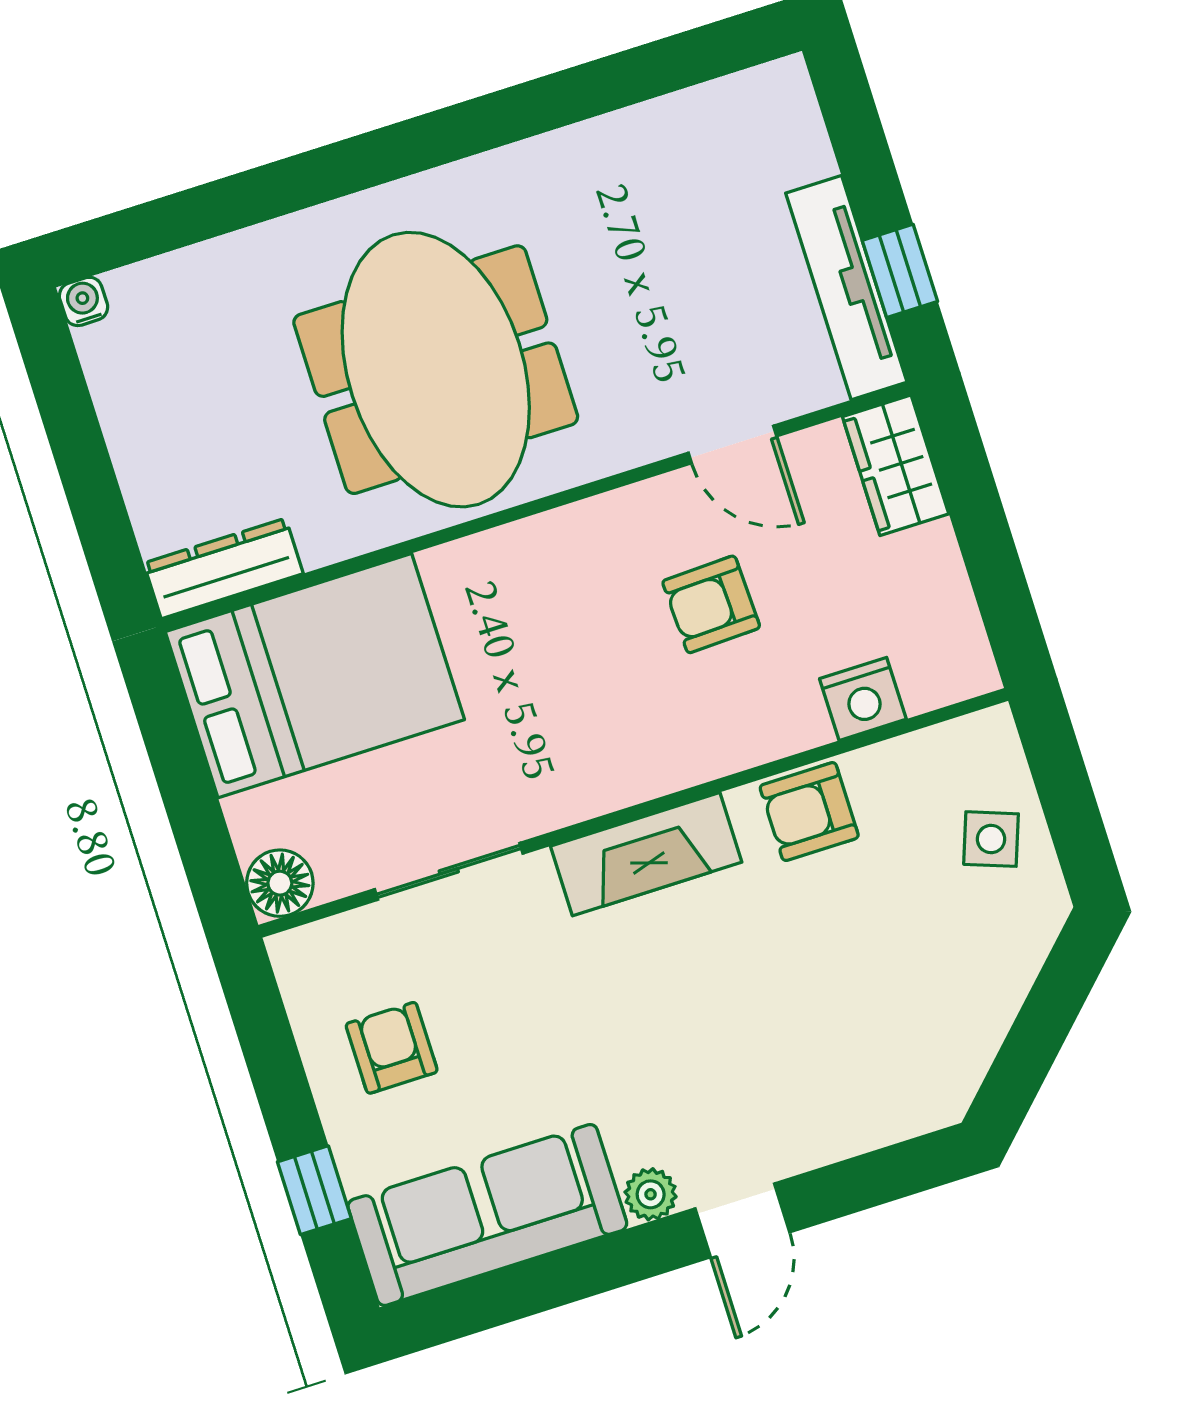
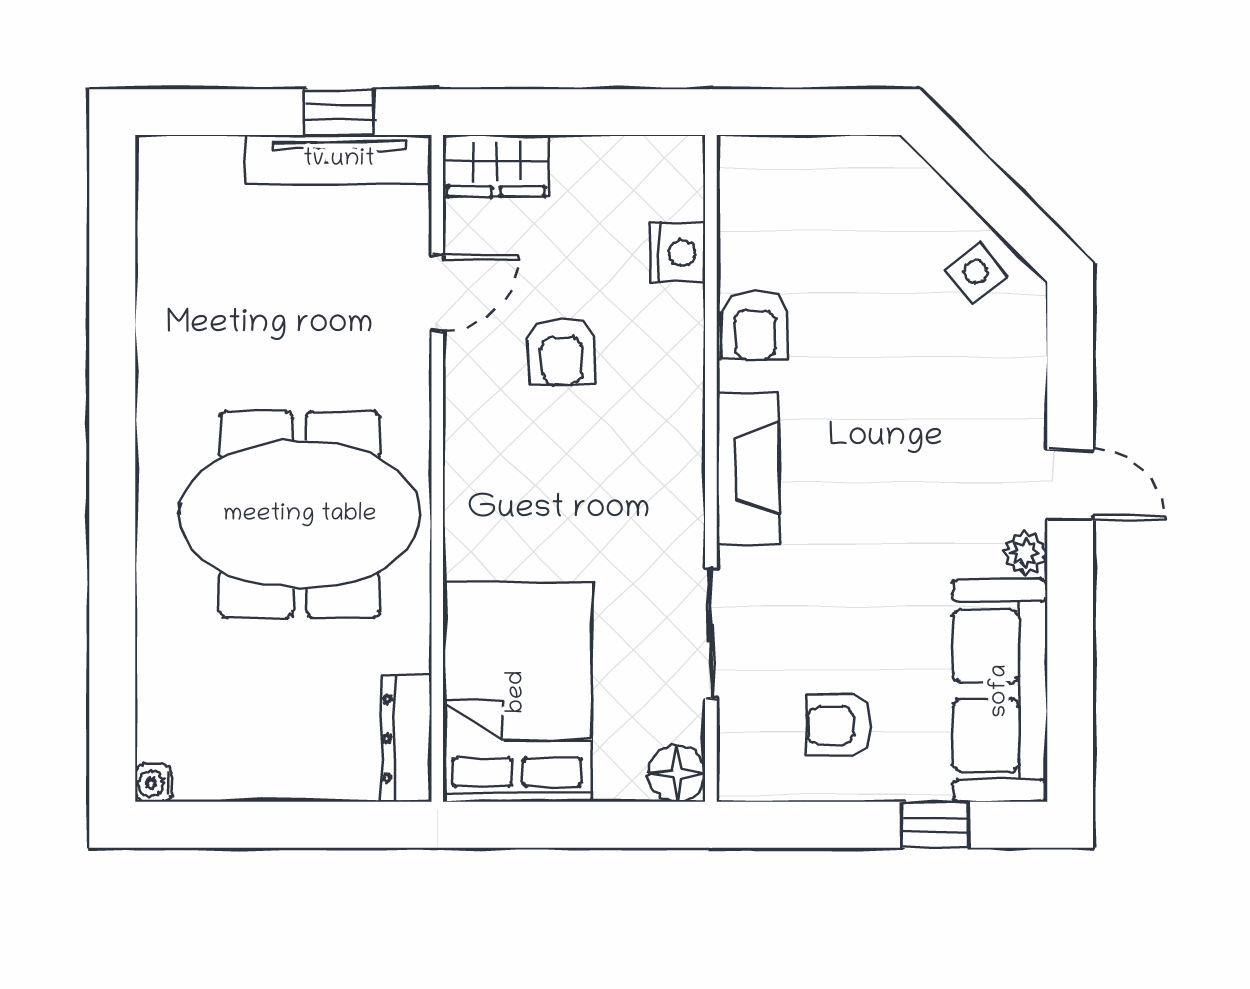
side table: (991, 839) -> (976, 272), moved, turned 32

